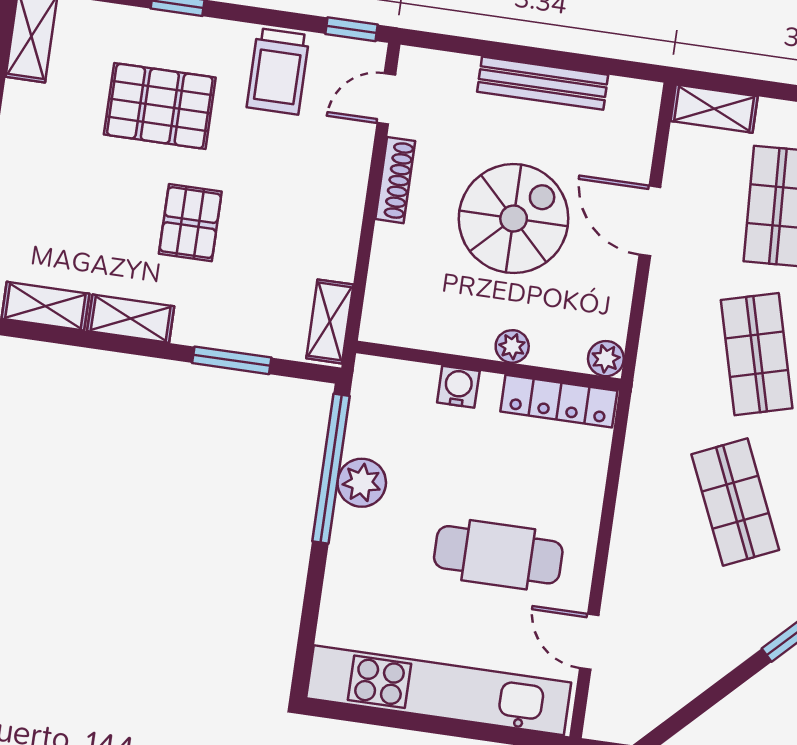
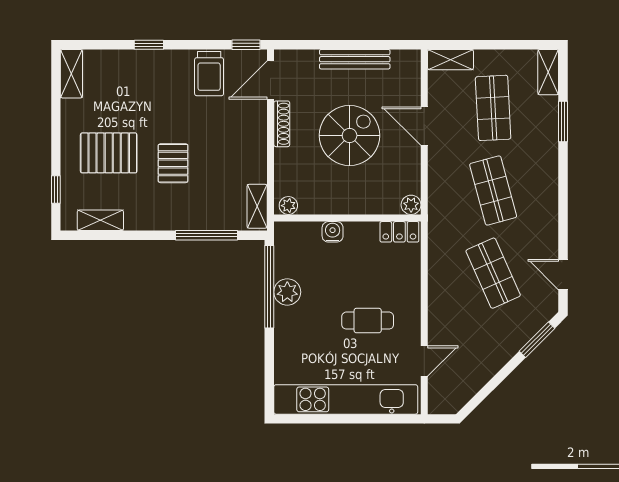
door: (386, 99) -> (270, 80), width x1.38
pallet: (160, 106) -> (109, 153), moved
shelving: (131, 319) -> (148, 220), removed
plant: (512, 346) -> (288, 206), moved
window: (232, 360) -> (207, 235), width x1.44
locker: (559, 401) -> (399, 232), width x0.66
cafe table: (498, 555) -> (368, 321), width x0.73, depth x0.74
door: (589, 642) -> (424, 361), swing flipped

